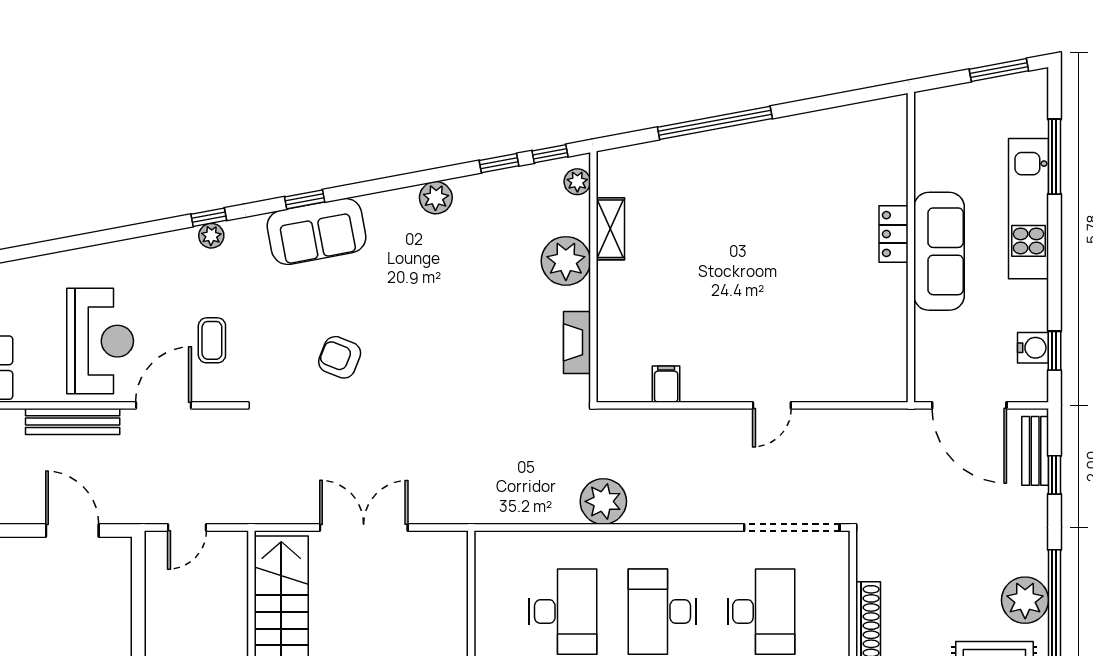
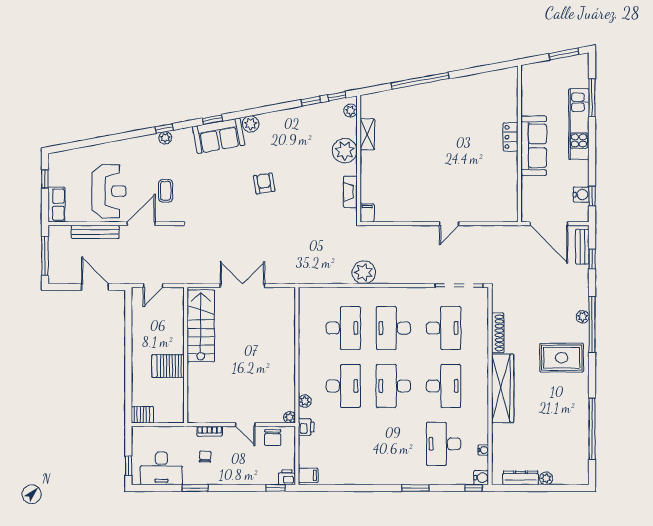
plant: (436, 198) -> (251, 124), moved
armchair: (340, 357) -> (264, 183), moved, turned 59
filing cabinet: (666, 384) -> (367, 213), moved
plant: (1025, 600) -> (583, 317), width x0.53, depth x0.53

